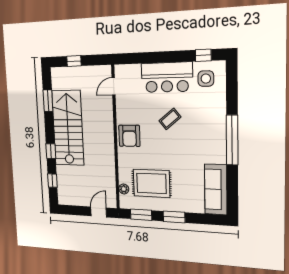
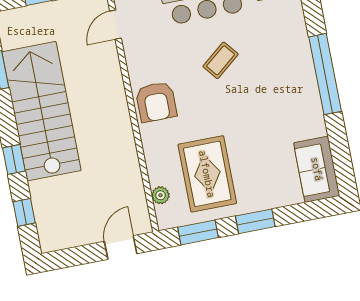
rug: (151, 183) -> (207, 174), turned 90
sofa: (216, 189) -> (317, 169), width x0.73

